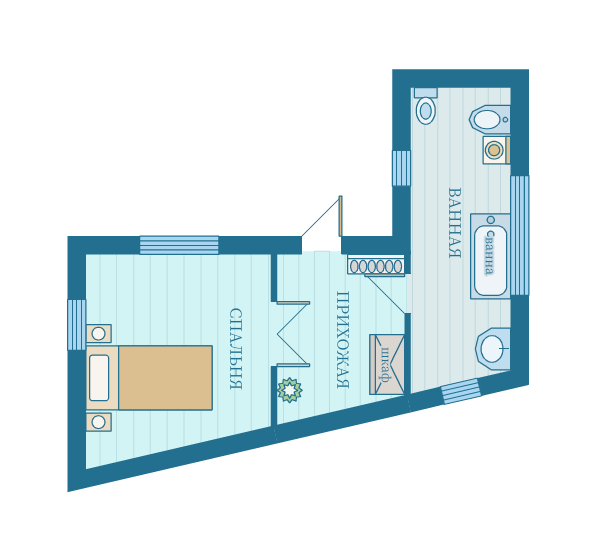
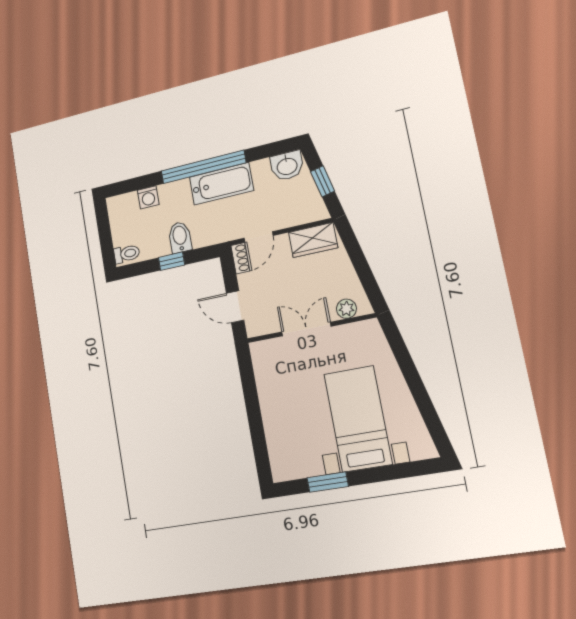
bidet: (490, 120) -> (180, 237), moved, turned 180
window: (179, 245) -> (254, 413), removed
shoe rack: (376, 264) -> (240, 258), width x0.70

